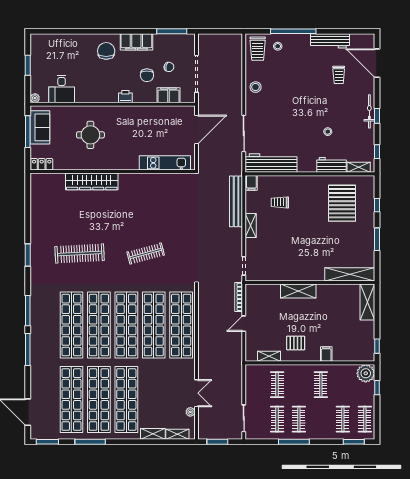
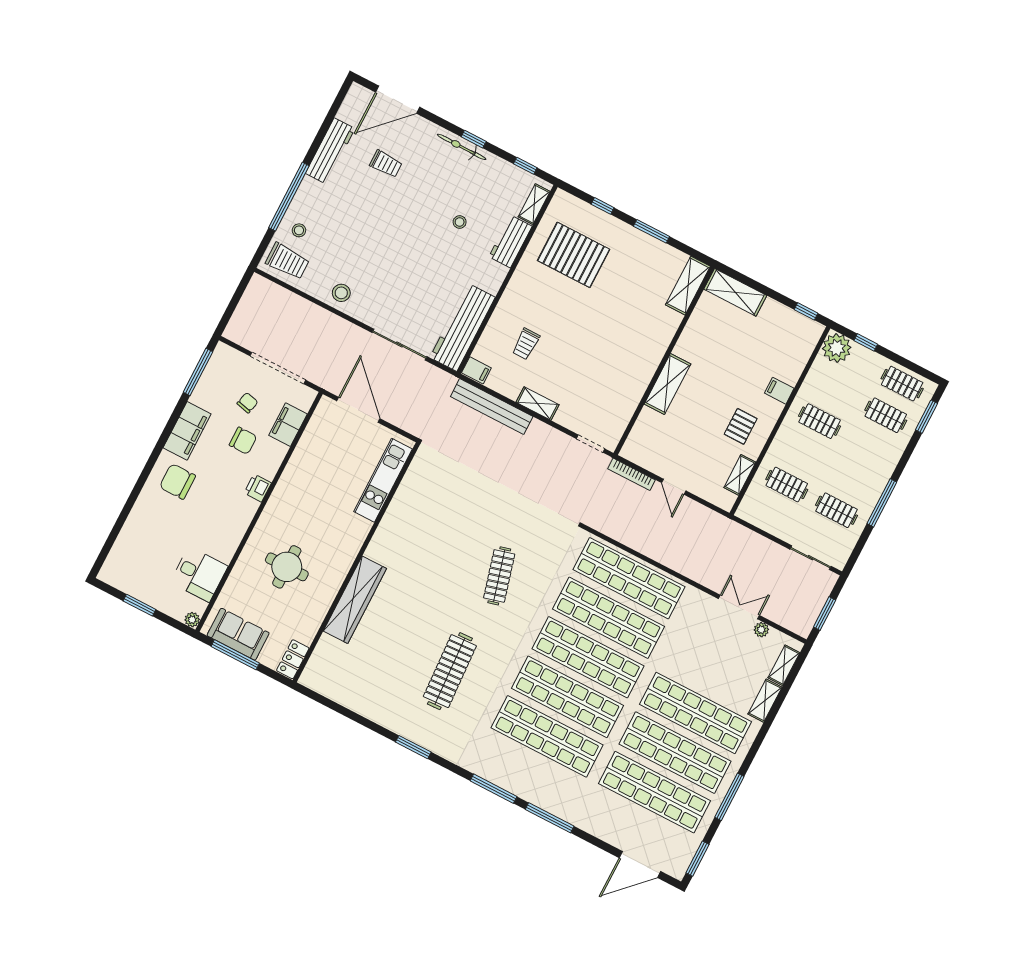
shelving: (350, 274) -> (688, 286), width x0.68
clothes rail: (299, 419) -> (853, 479), removed

